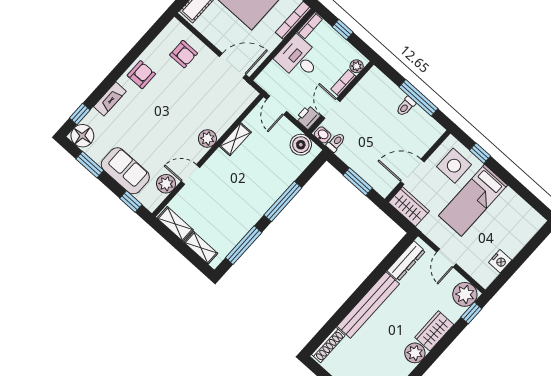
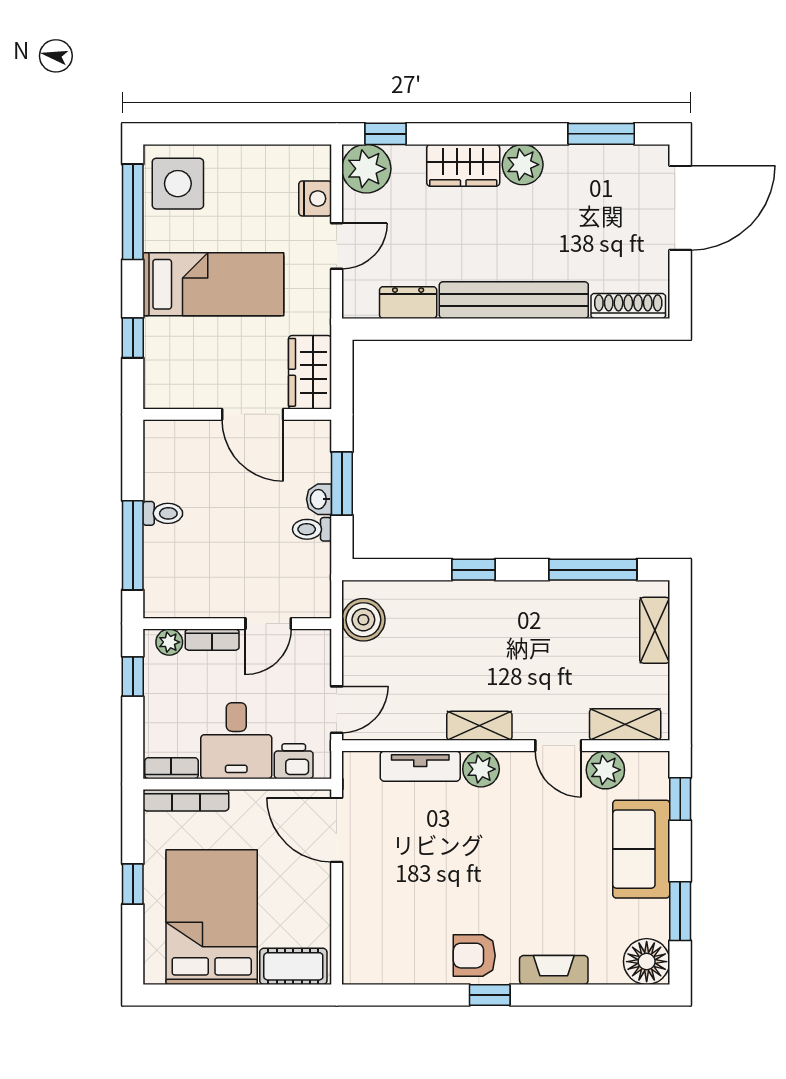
window: (343, 30) -> (133, 676), moved
armchair: (184, 54) -> (386, 920), removed
window: (419, 98) -> (133, 545), moved
window: (80, 114) -> (490, 995), moved
tv unit: (228, 117) -> (420, 766), added
printer: (308, 117) -> (294, 761), moved, turned 180
washbasin: (323, 135) -> (319, 499), moved
shelving: (235, 139) -> (479, 726), moved
toilet: (336, 142) -> (312, 529), moved
side table: (454, 166) -> (178, 184), moved
window: (526, 195) -> (133, 212), added
window: (283, 201) -> (473, 570), width x0.46
shelving: (175, 224) -> (625, 724), moved, turned 90
dresser: (406, 261) -> (408, 303), width x0.70
nightstand: (500, 261) -> (315, 198), moved, turned 90

